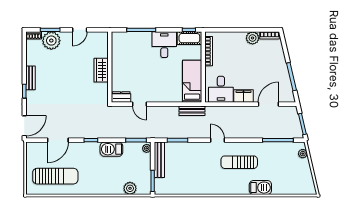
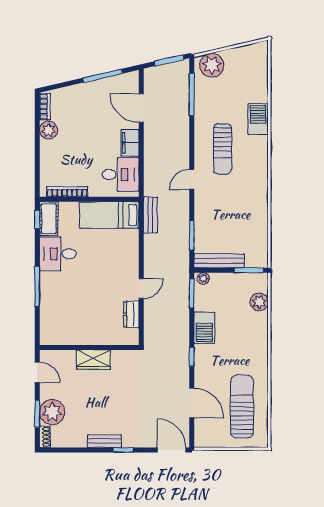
wall: (110, 67) -> (89, 347), moved
wardrobe: (101, 70) -> (93, 360), moved
plant: (303, 154) -> (212, 65), width x1.88, depth x1.88

